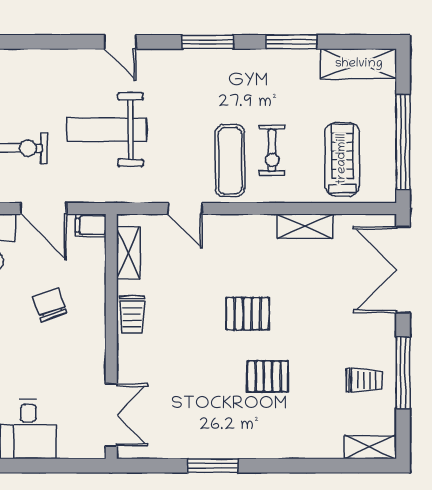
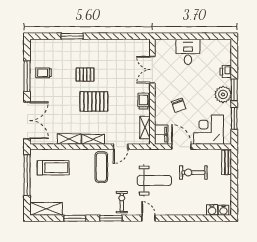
exercise bike: (272, 150) -> (122, 202), moved
treadmill: (342, 159) -> (53, 168), turned -90
door: (185, 208) -> (121, 147), swing flipped
filing cabinet: (91, 225) -> (161, 135), width x2.00
pallet: (248, 314) -> (94, 101), width x1.50, depth x1.42
double door: (111, 415) -> (152, 70), moved
shelving: (370, 447) -> (93, 139), moved
window: (213, 466) -> (72, 36), moved

